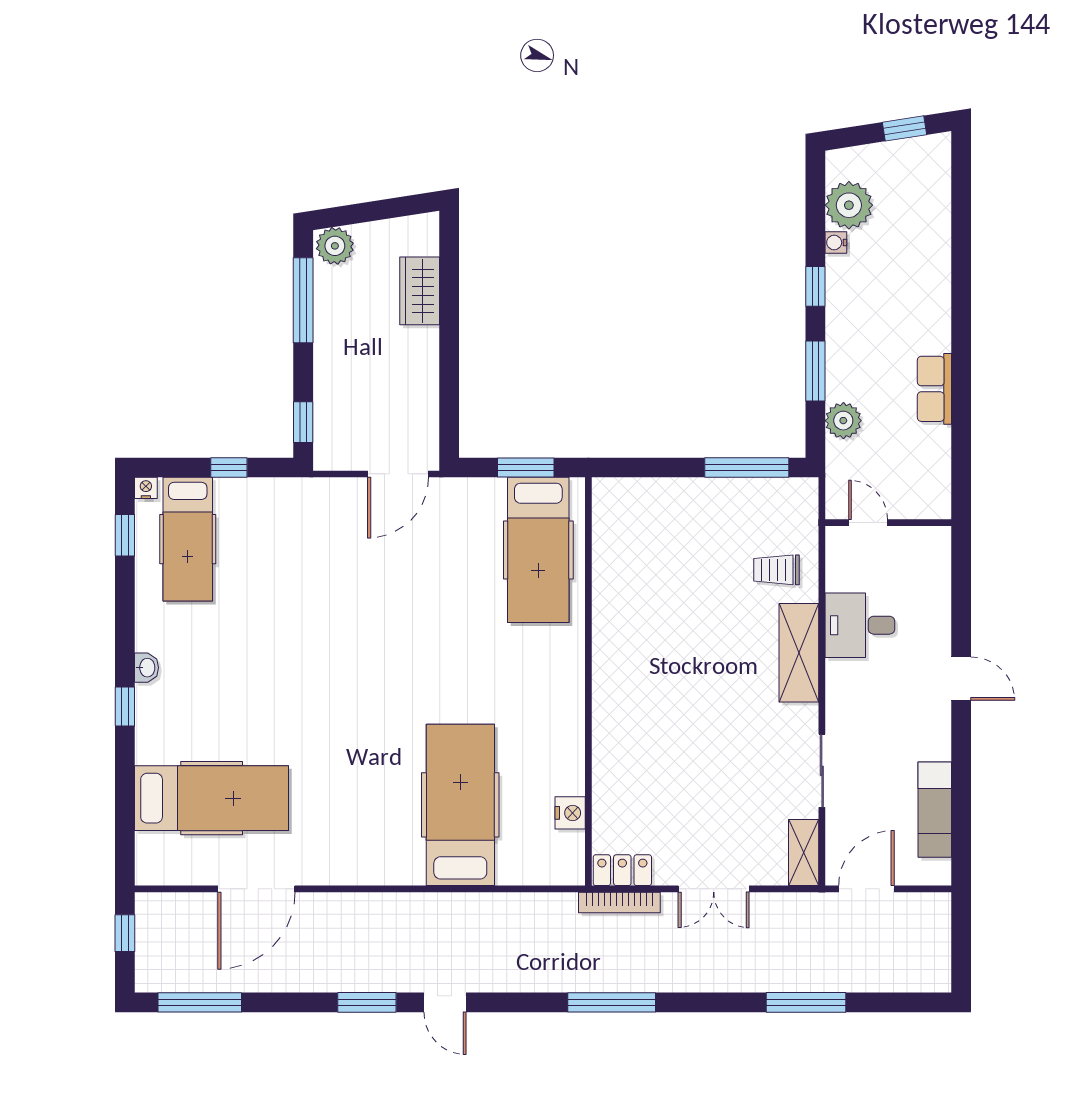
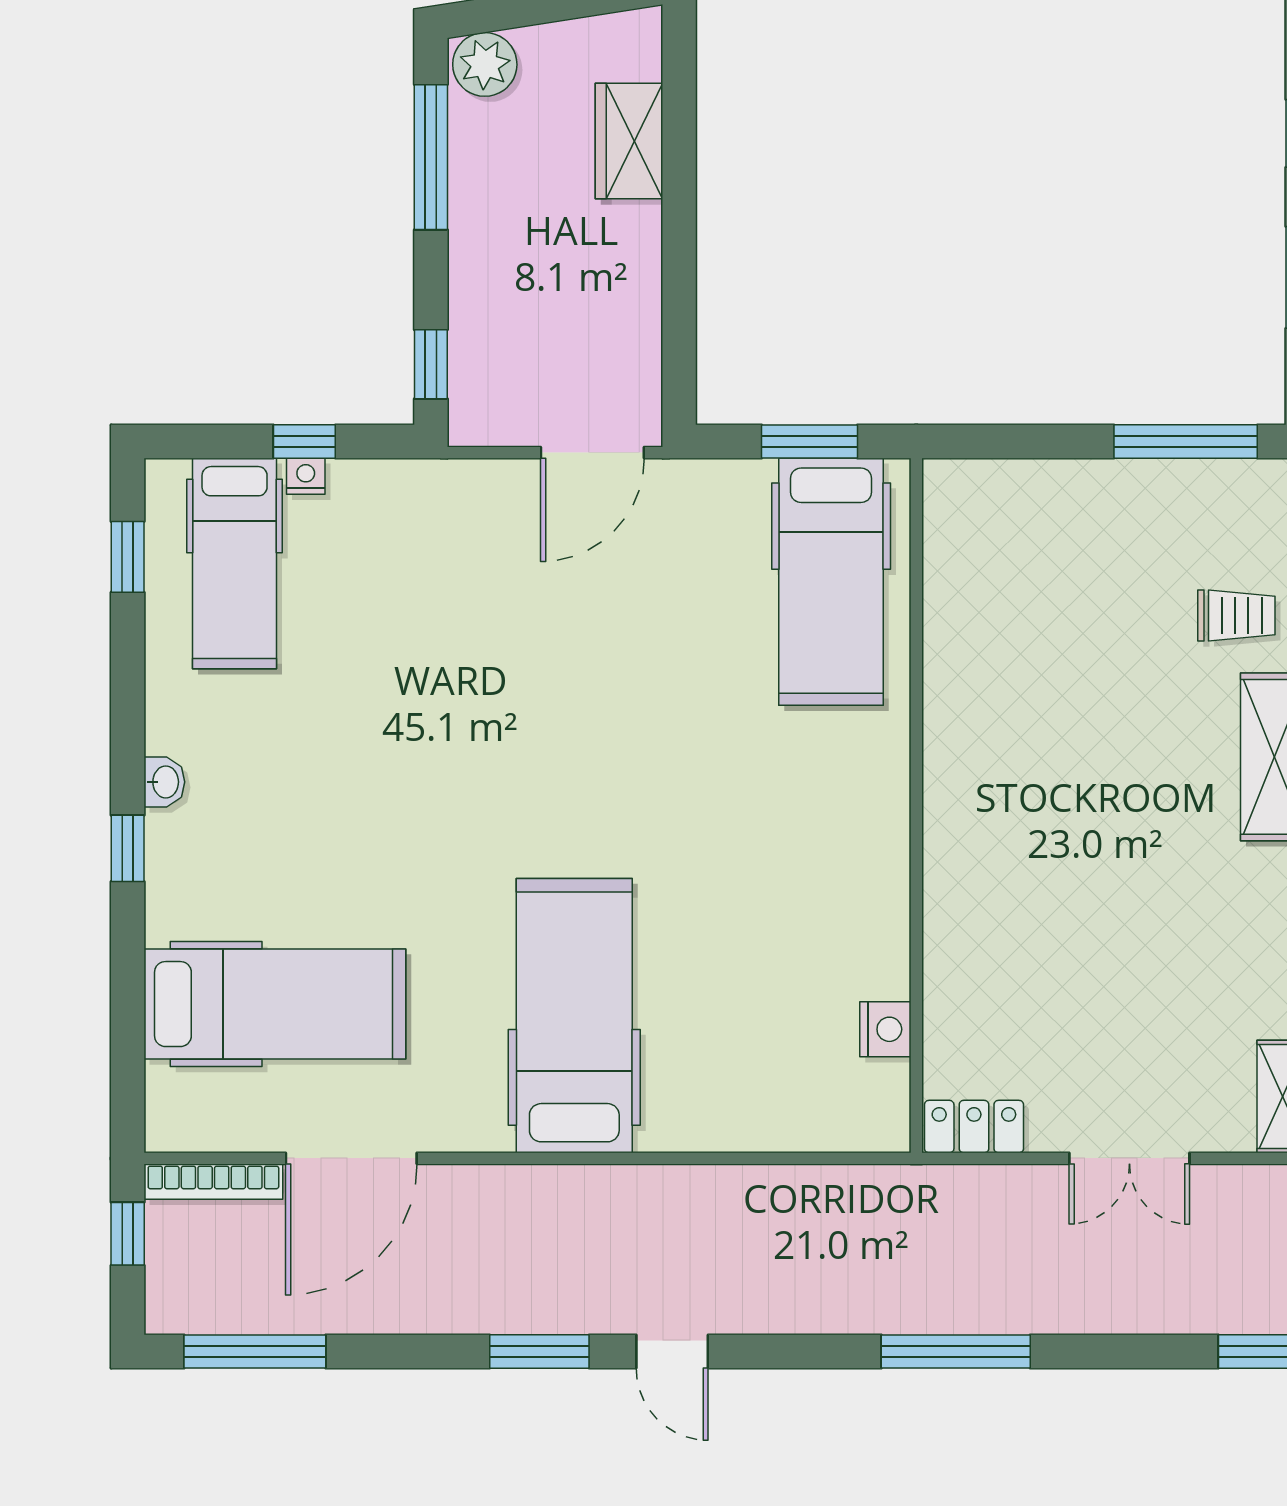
nightstand: (146, 488) -> (306, 476), moved
trolley: (777, 570) -> (1236, 615), turned 180
hospital bed: (460, 805) -> (574, 1016), moved
bookcase: (619, 903) -> (213, 1182), moved

